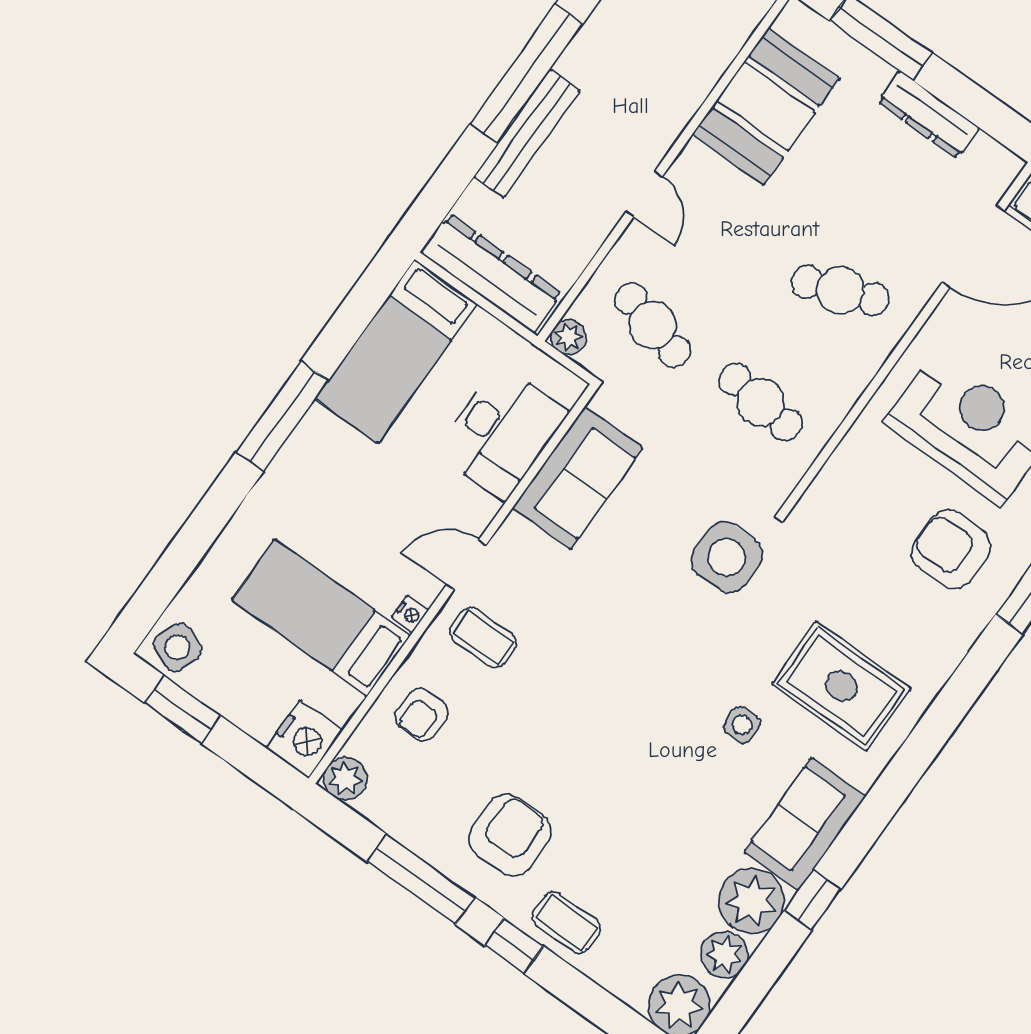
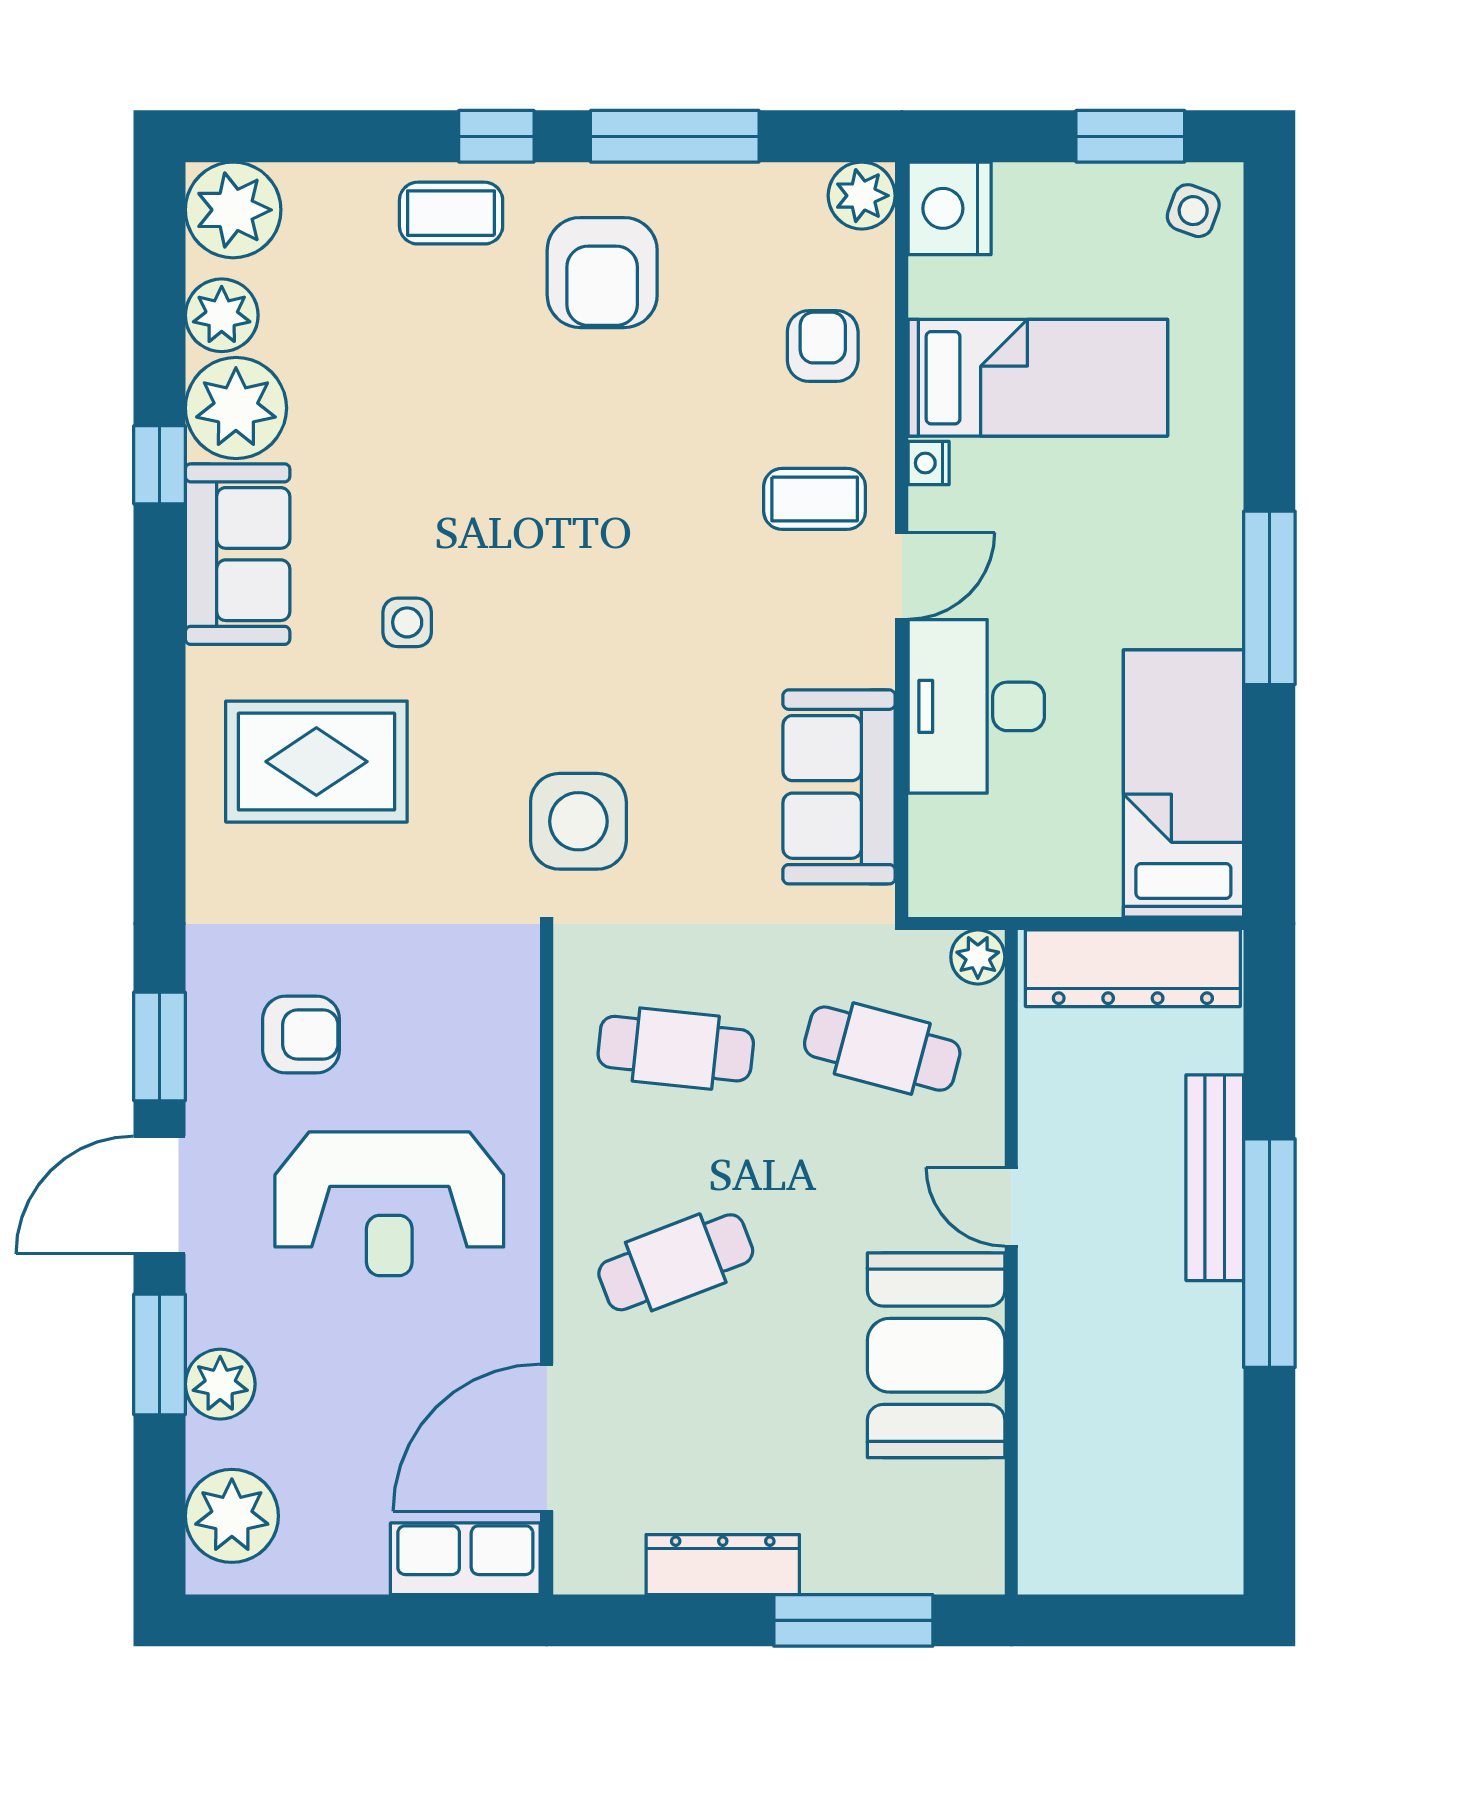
booth: (766, 106) -> (936, 1355), moved
desk: (502, 432) -> (976, 706), moved
armchair: (951, 549) -> (301, 1035), width x0.72, depth x0.72
side table: (178, 647) -> (1193, 211), width x0.73, depth x0.73

